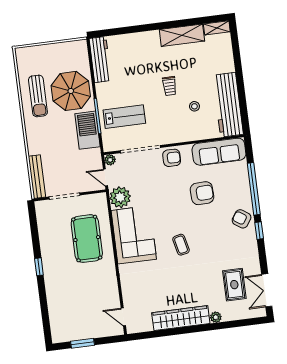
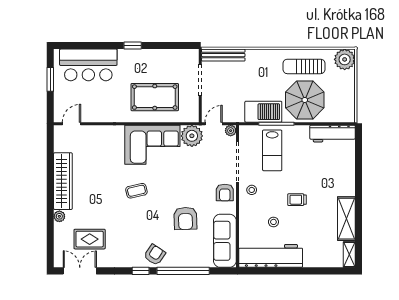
plant: (26, 57) -> (345, 59), added
stool: (166, 132) -> (252, 190), added
bar counter: (64, 308) -> (88, 65), added

